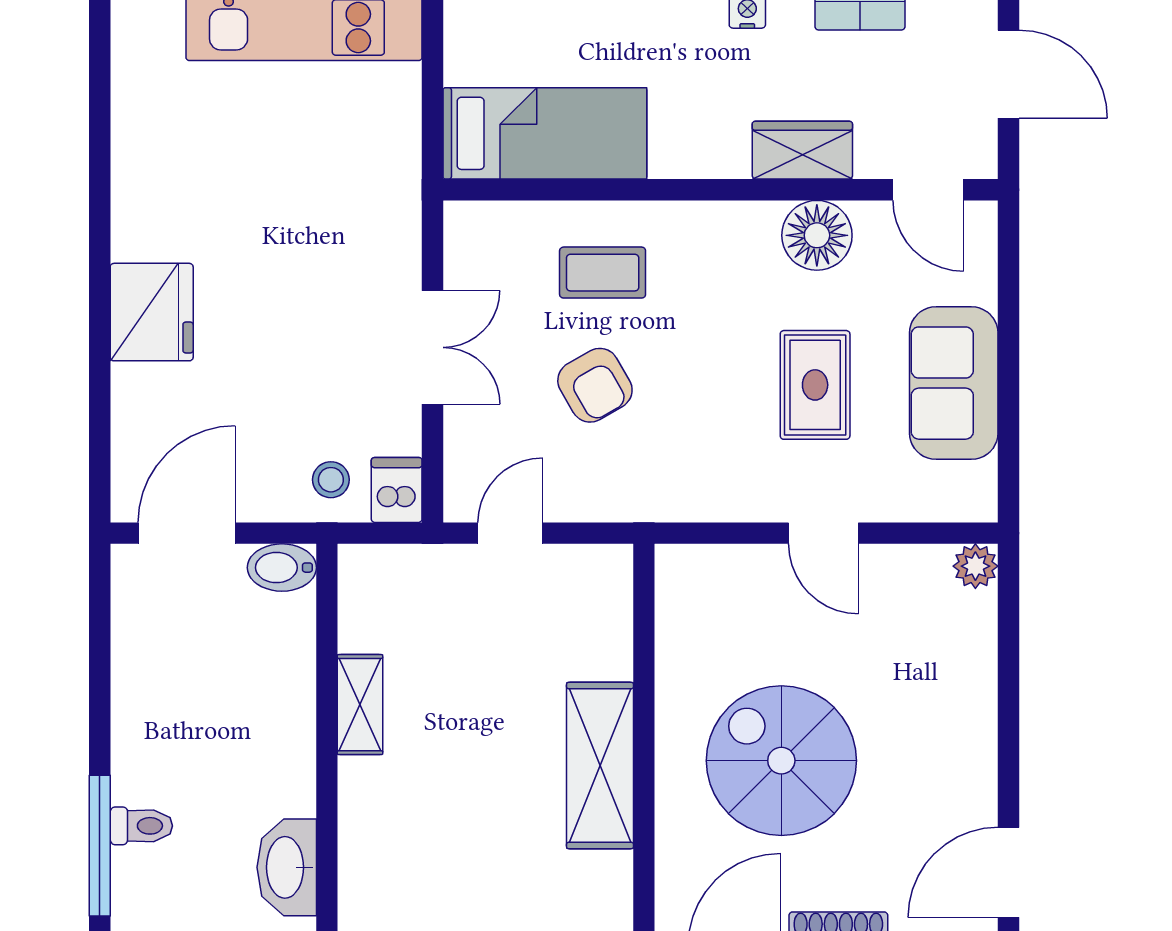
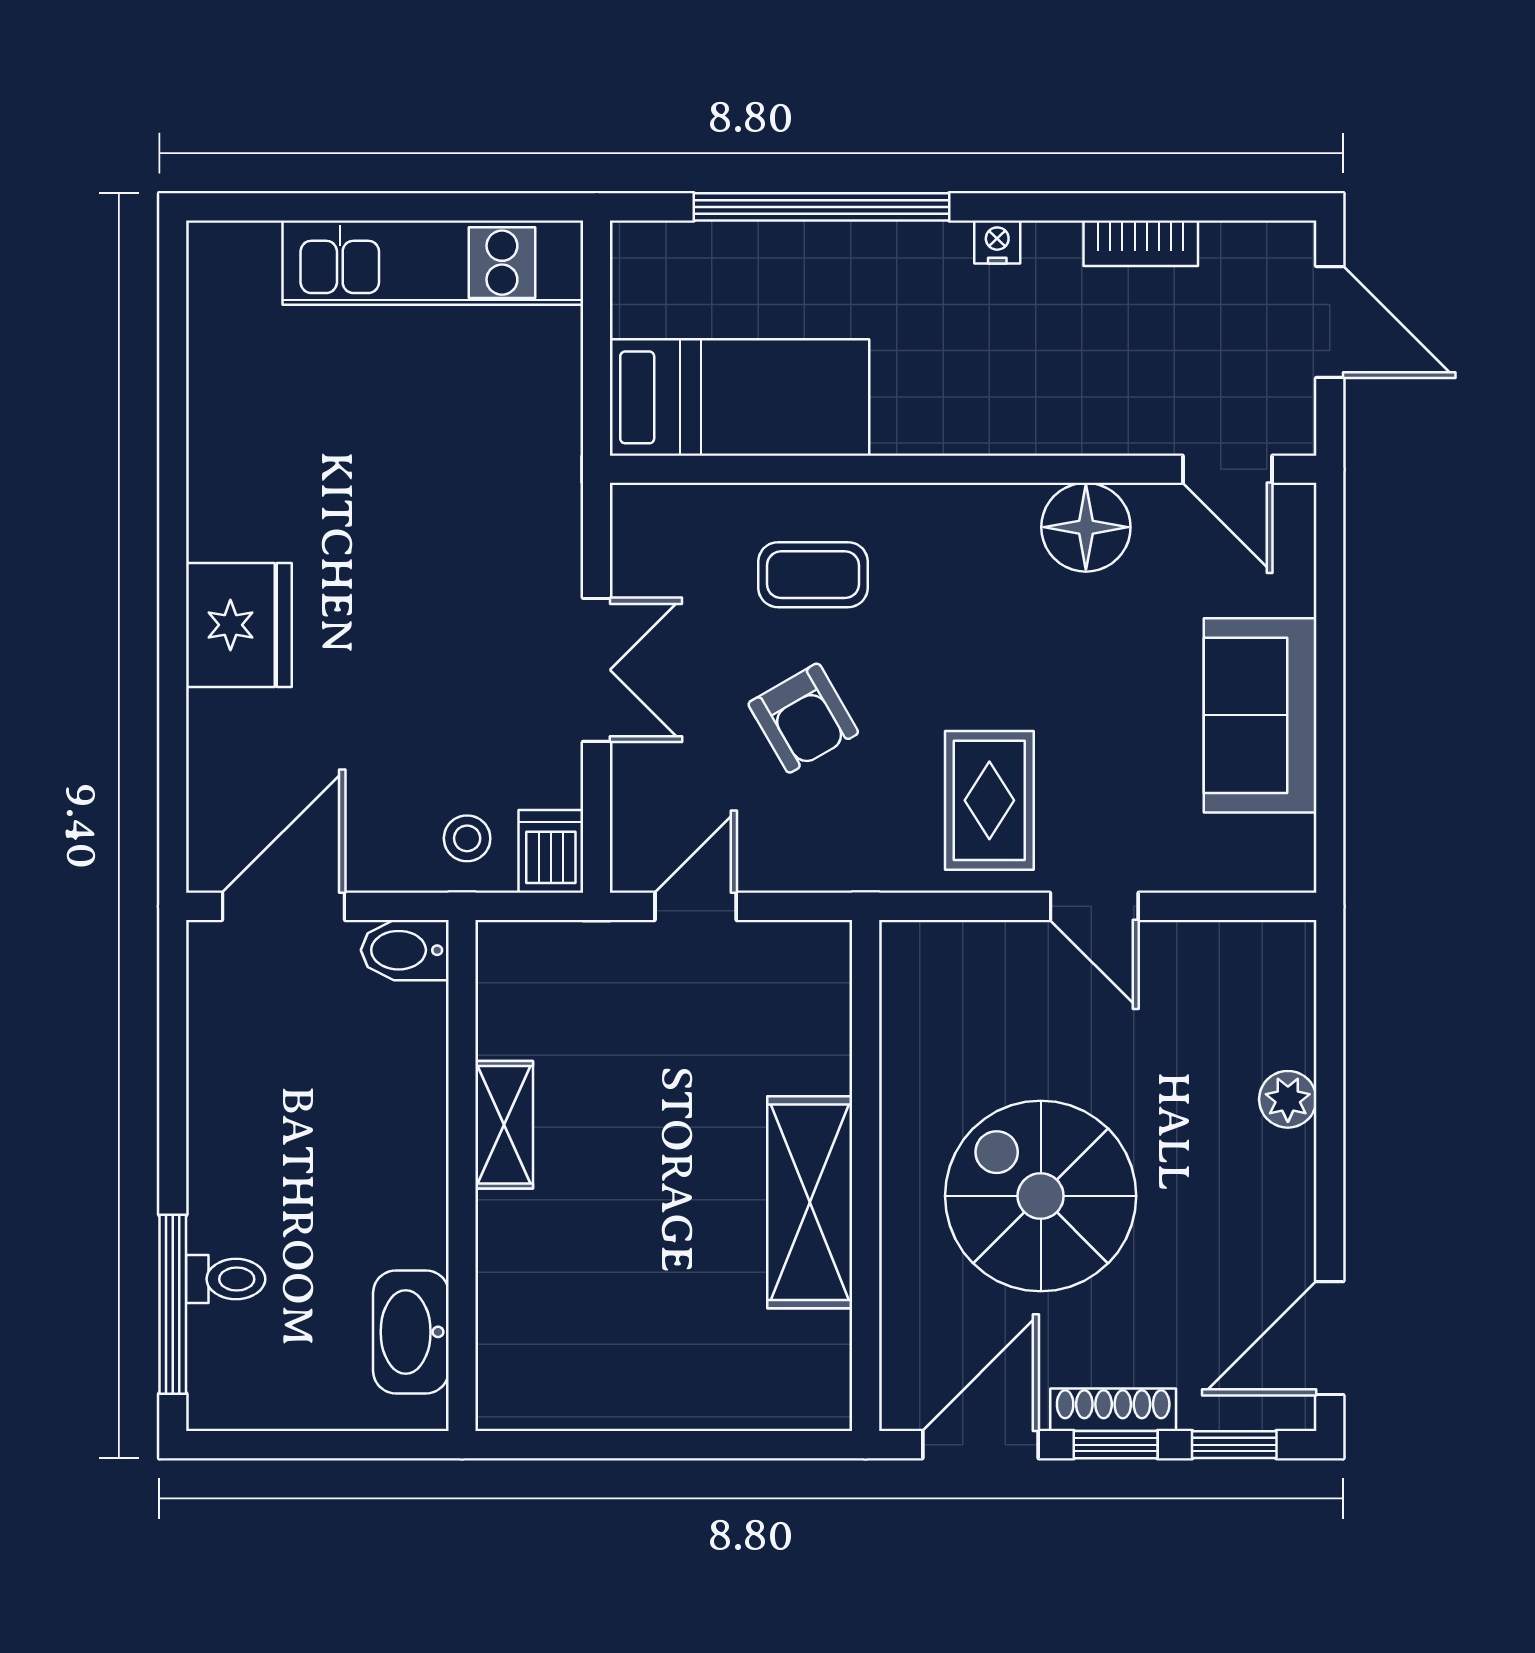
wardrobe: (802, 150) -> (1067, 419), removed
rug: (815, 385) -> (989, 800), moved
plant: (975, 566) -> (1288, 1099), moved

